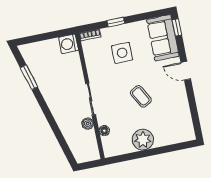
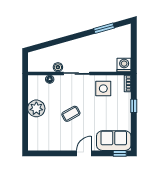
side table: (122, 53) -> (103, 89), moved

